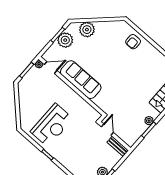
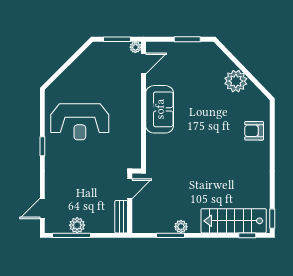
plant: (87, 30) -> (236, 81), moved
plant: (65, 40) -> (189, 53), removed
door: (51, 68) -> (144, 64), hinge flipped
sofa: (81, 80) -> (160, 109), width x0.73

